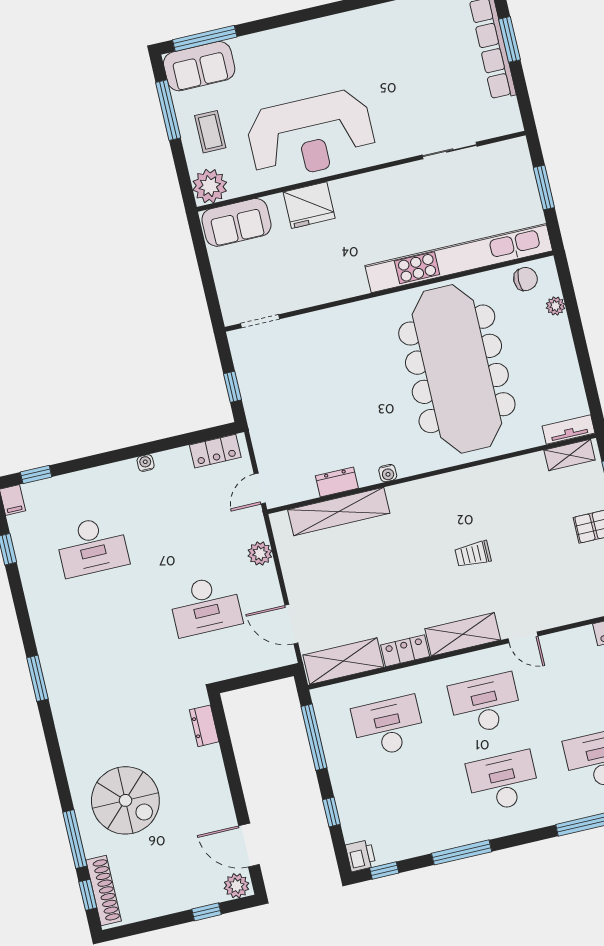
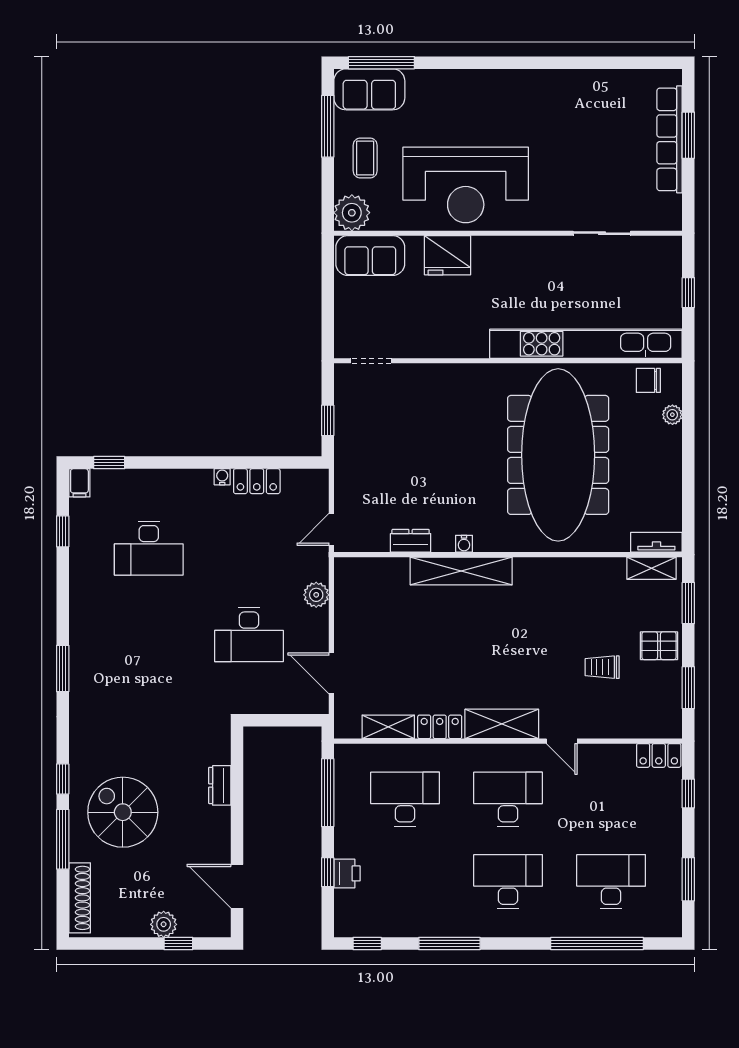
window: (544, 188) -> (688, 293), width x0.67
chair: (526, 279) -> (648, 380), turned 180
locker: (215, 451) -> (257, 481), moved
shelving: (339, 511) -> (461, 571), moved
trolley: (473, 554) -> (602, 667), moved
shelving: (343, 661) -> (388, 727), width x0.67, depth x0.75
dresser: (204, 726) -> (220, 785), moved
spiral stairs: (125, 800) -> (123, 812), turned 180
printer: (361, 856) -> (347, 873), moved
plant: (236, 886) -> (164, 924), moved
window: (88, 895) -> (63, 779), moved

